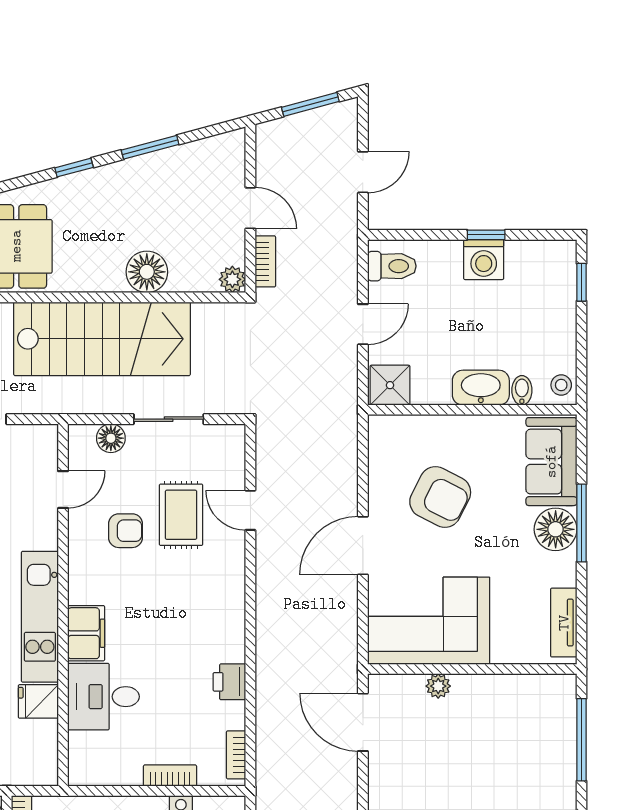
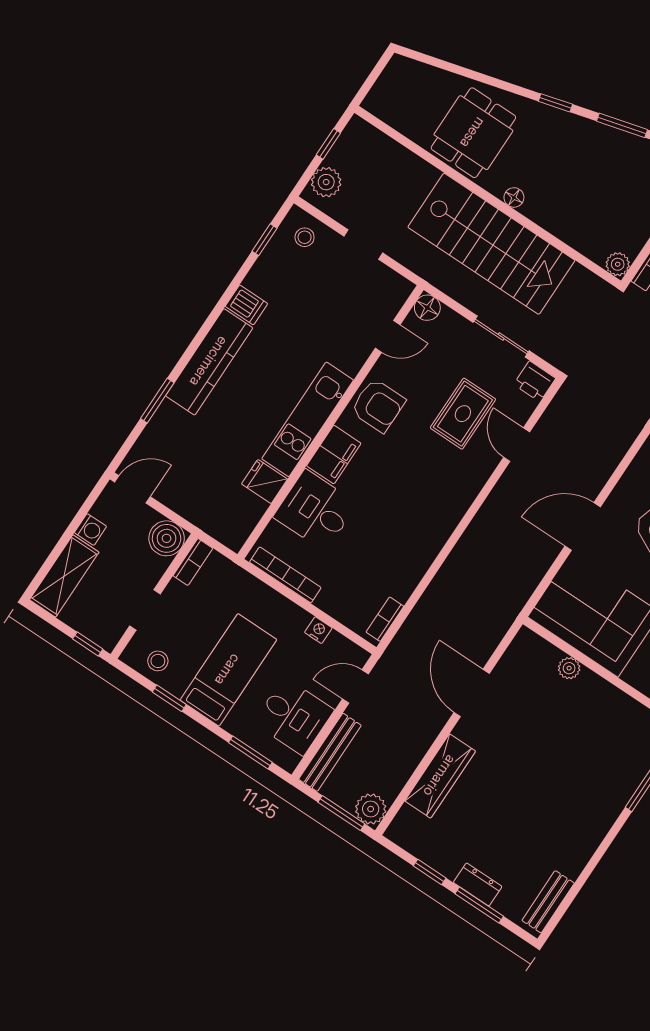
floor lamp: (147, 272) -> (514, 197), moved, width x0.53, depth x0.53
floor lamp: (111, 438) -> (427, 308), moved
armchair: (125, 531) -> (378, 405), moved, width x1.38, depth x1.38
printer: (229, 682) -> (535, 381), moved, turned -90
door: (363, 722) -> (472, 693), moved
bookcase: (170, 776) -> (285, 575), moved, width x1.56

